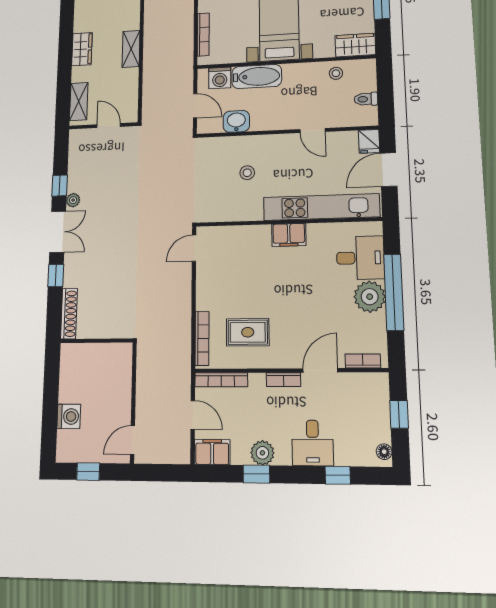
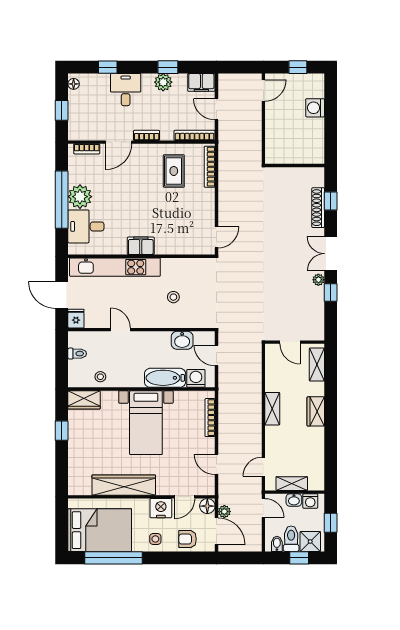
door: (389, 170) -> (62, 295), swing flipped
window: (56, 276) -> (331, 201), moved
shoe rack: (69, 314) -> (318, 208), moved
rug: (248, 332) -> (174, 171), turned 90

